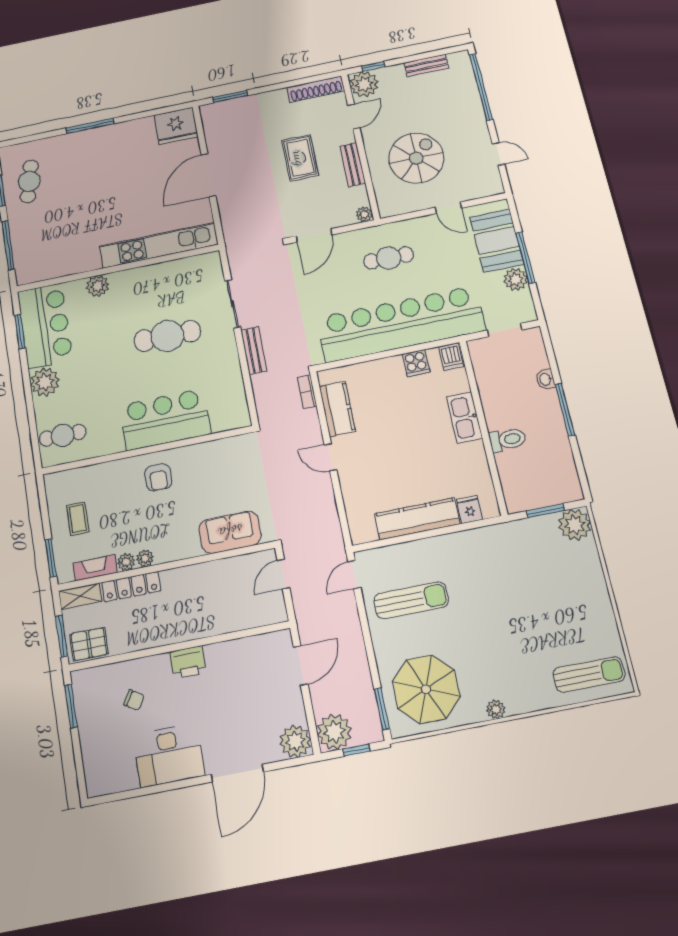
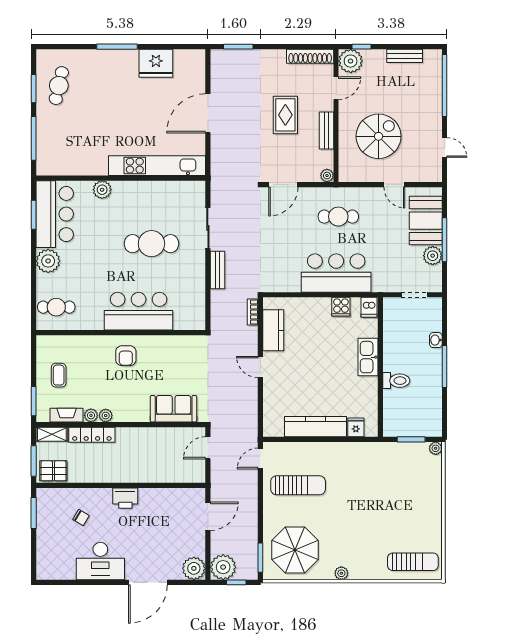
fridge: (176, 126) -> (156, 63), moved
bar counter: (401, 324) -> (336, 273), width x0.54
plant: (575, 525) -> (436, 448), width x0.53, depth x0.53

